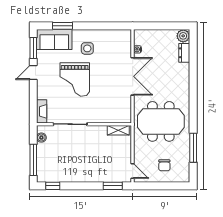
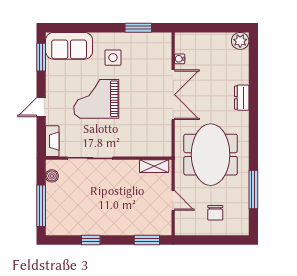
window: (62, 26) -> (138, 28), moved
dresser: (184, 53) -> (242, 98), moved
door: (33, 73) -> (41, 107), moved
grand piano: (75, 79) -> (96, 99), turned 90
meeting table: (161, 121) -> (211, 155), turned 90
door: (133, 171) -> (173, 200), moved
window: (53, 186) -> (91, 240), moved

